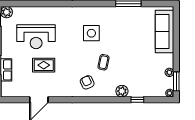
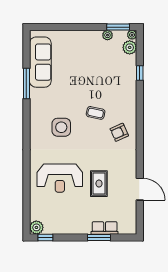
sofa: (165, 31) -> (40, 62), moved, turned -90
reception desk: (36, 37) -> (60, 178), moved, turned 90
plant: (122, 91) -> (130, 47), moved

